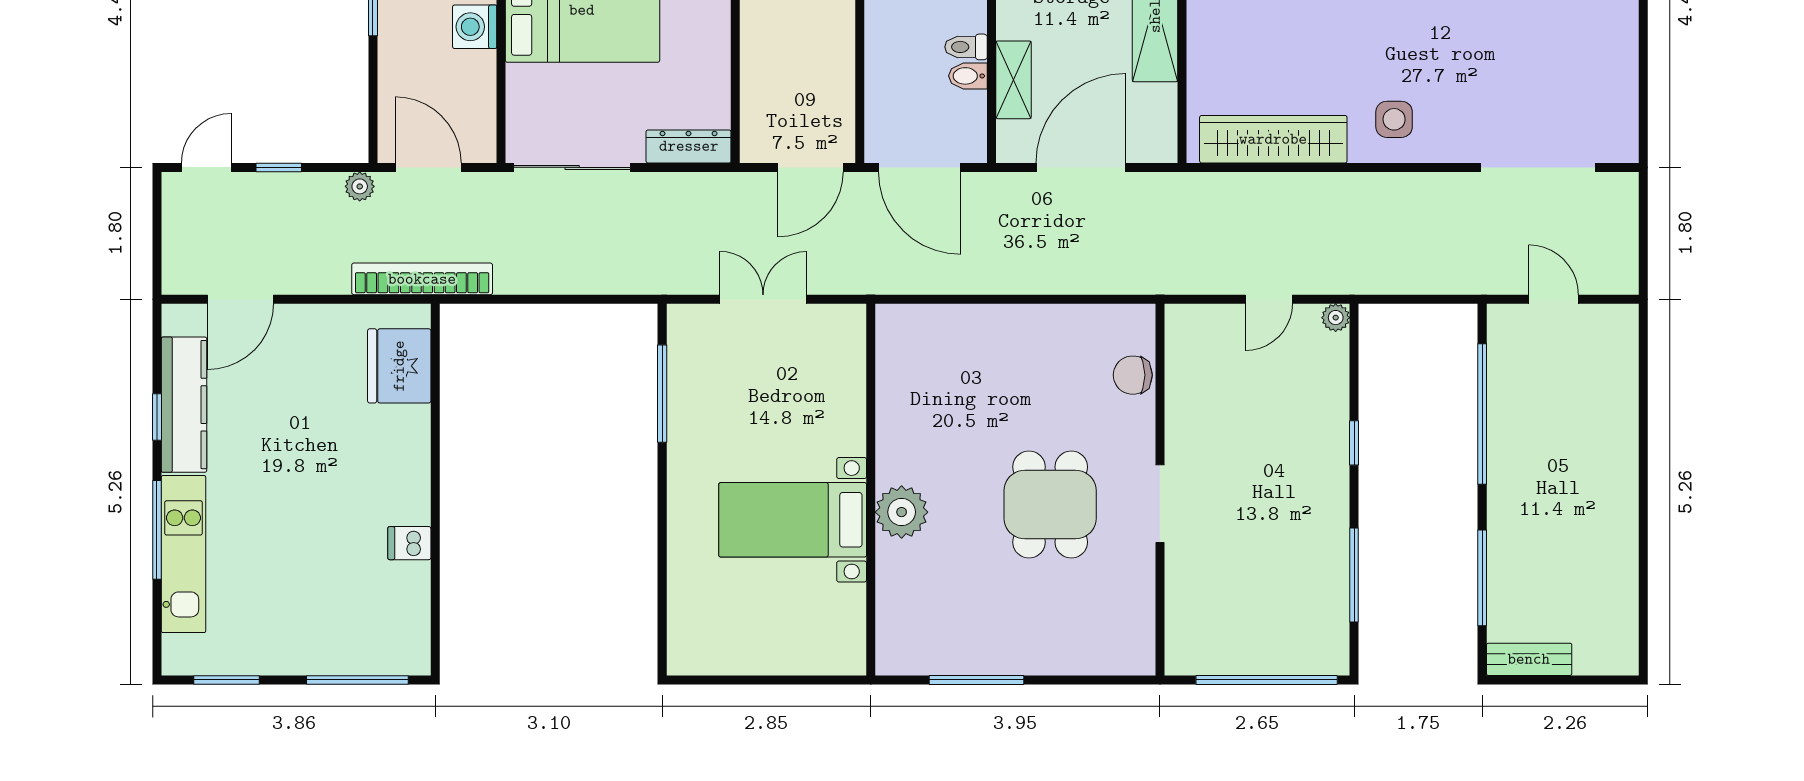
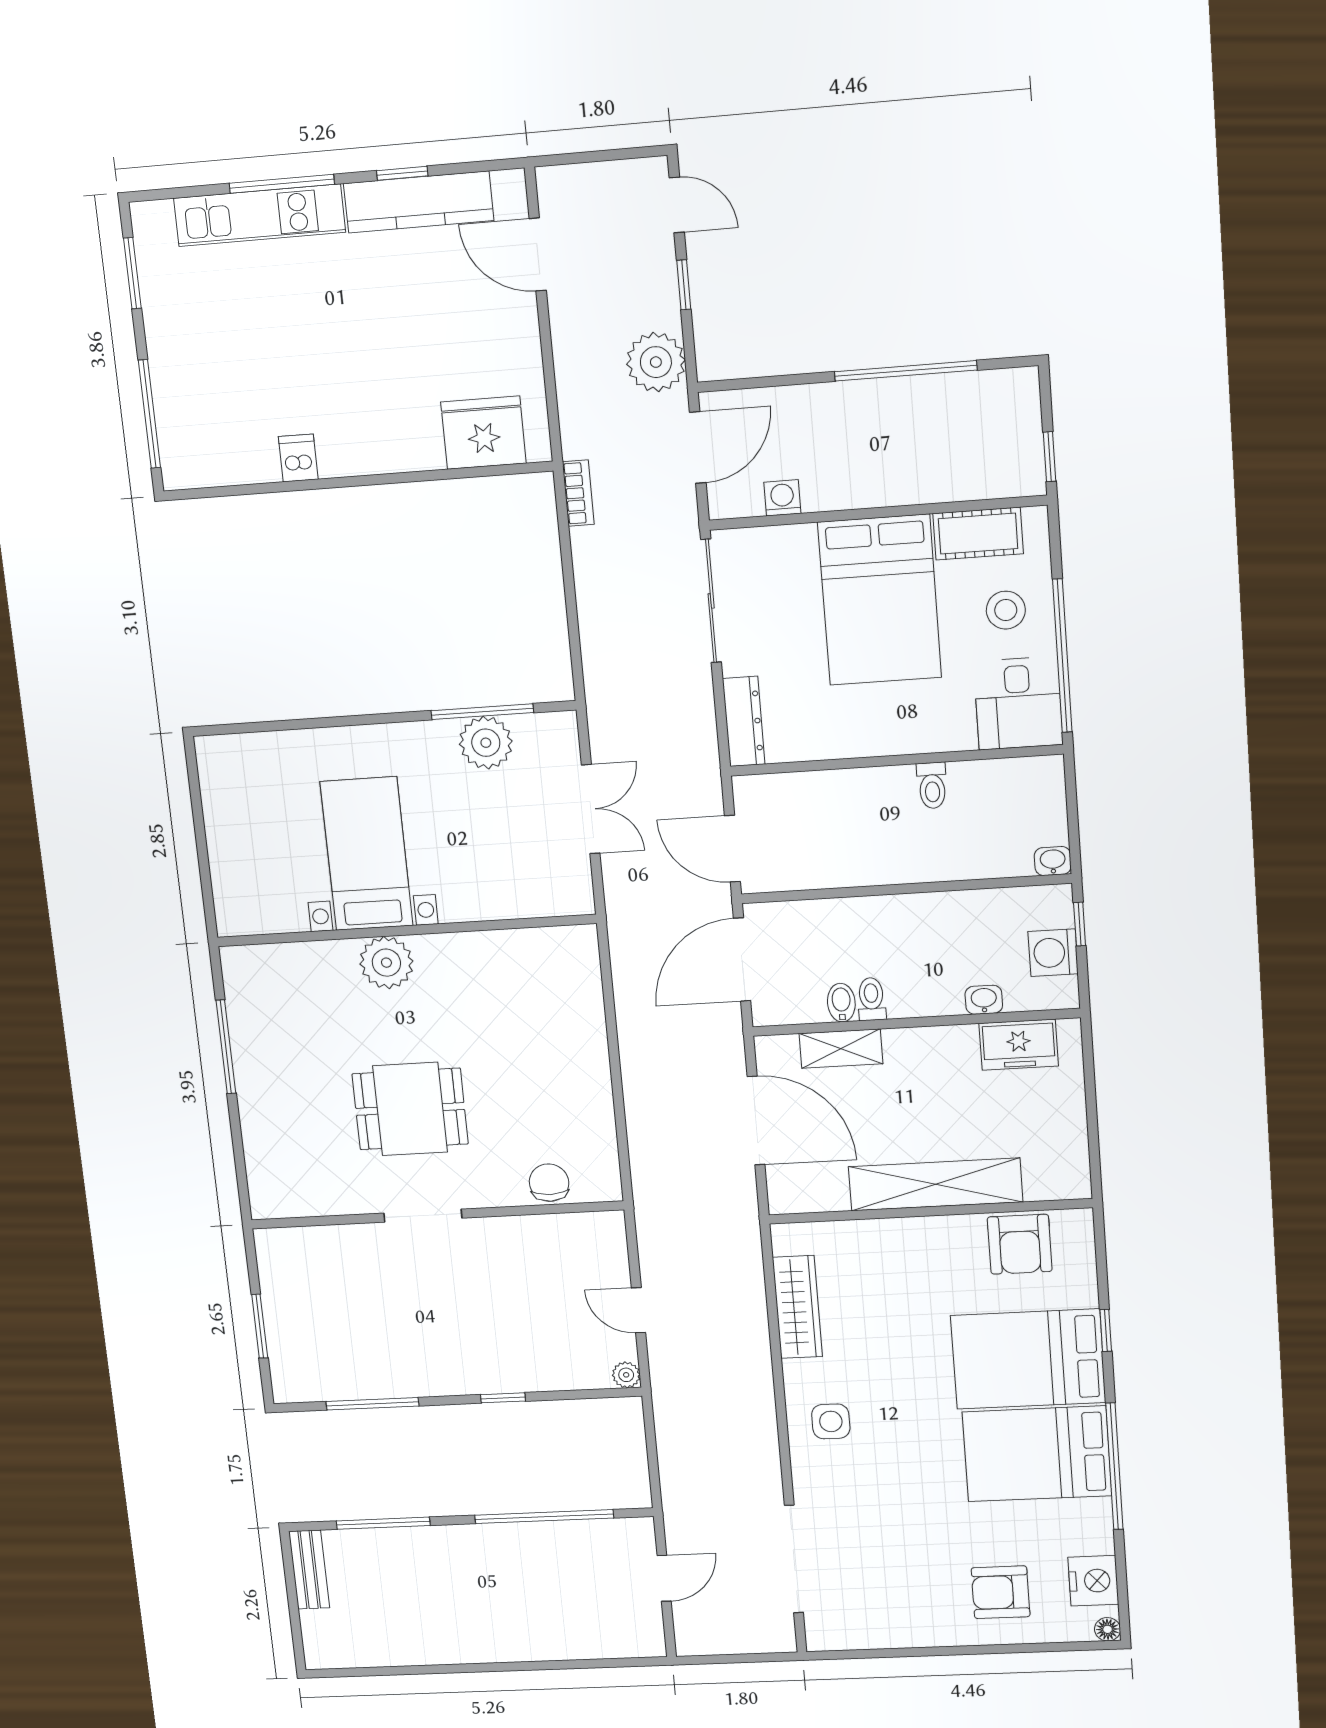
washing machine: (475, 27) -> (782, 498), moved, width x0.73, depth x0.73
wardrobe: (1273, 139) -> (797, 1307), width x0.71, depth x0.85
plant: (360, 186) -> (656, 362), width x1.88, depth x1.88
bookcase: (422, 279) -> (578, 493), width x0.43, depth x0.76
plant: (692, 393) -> (486, 743), added
window: (1267, 680) -> (260, 1326), width x0.47

